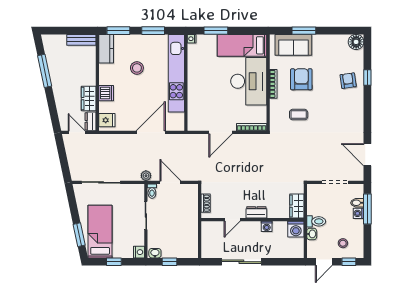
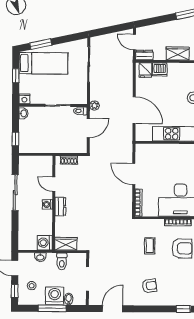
armchair: (348, 81) -> (149, 286), moved
dishwasher: (106, 93) -> (160, 69), moved
wardrobe: (89, 99) -> (178, 53), moved
door: (77, 132) -> (134, 42), swing flipped
window: (367, 209) -> (52, 308), moved
washing machine: (359, 213) -> (55, 296), width x1.89, depth x1.89
toilet: (316, 221) -> (62, 261), moved
washing machine: (267, 226) -> (47, 204), moved
window: (170, 262) -> (15, 139), moved

